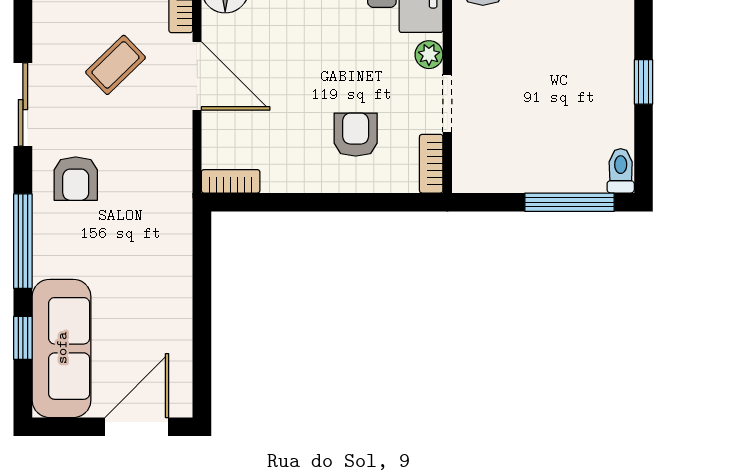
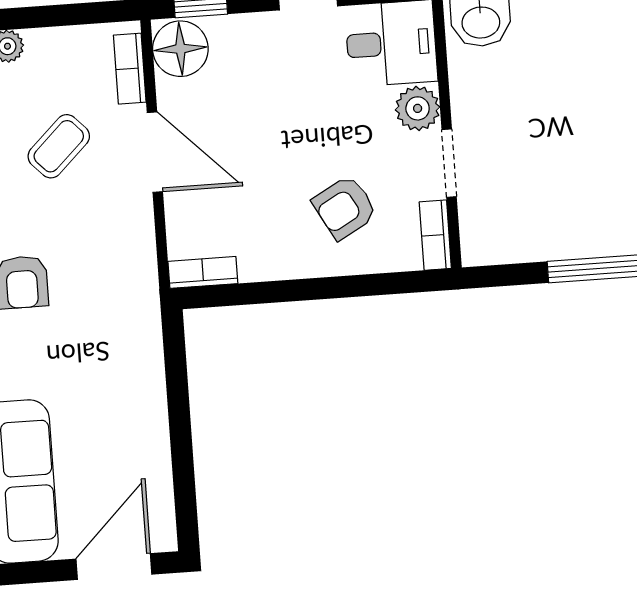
plant: (429, 55) -> (418, 108), width x1.38, depth x1.38
armchair: (356, 135) -> (345, 207), turned -119

